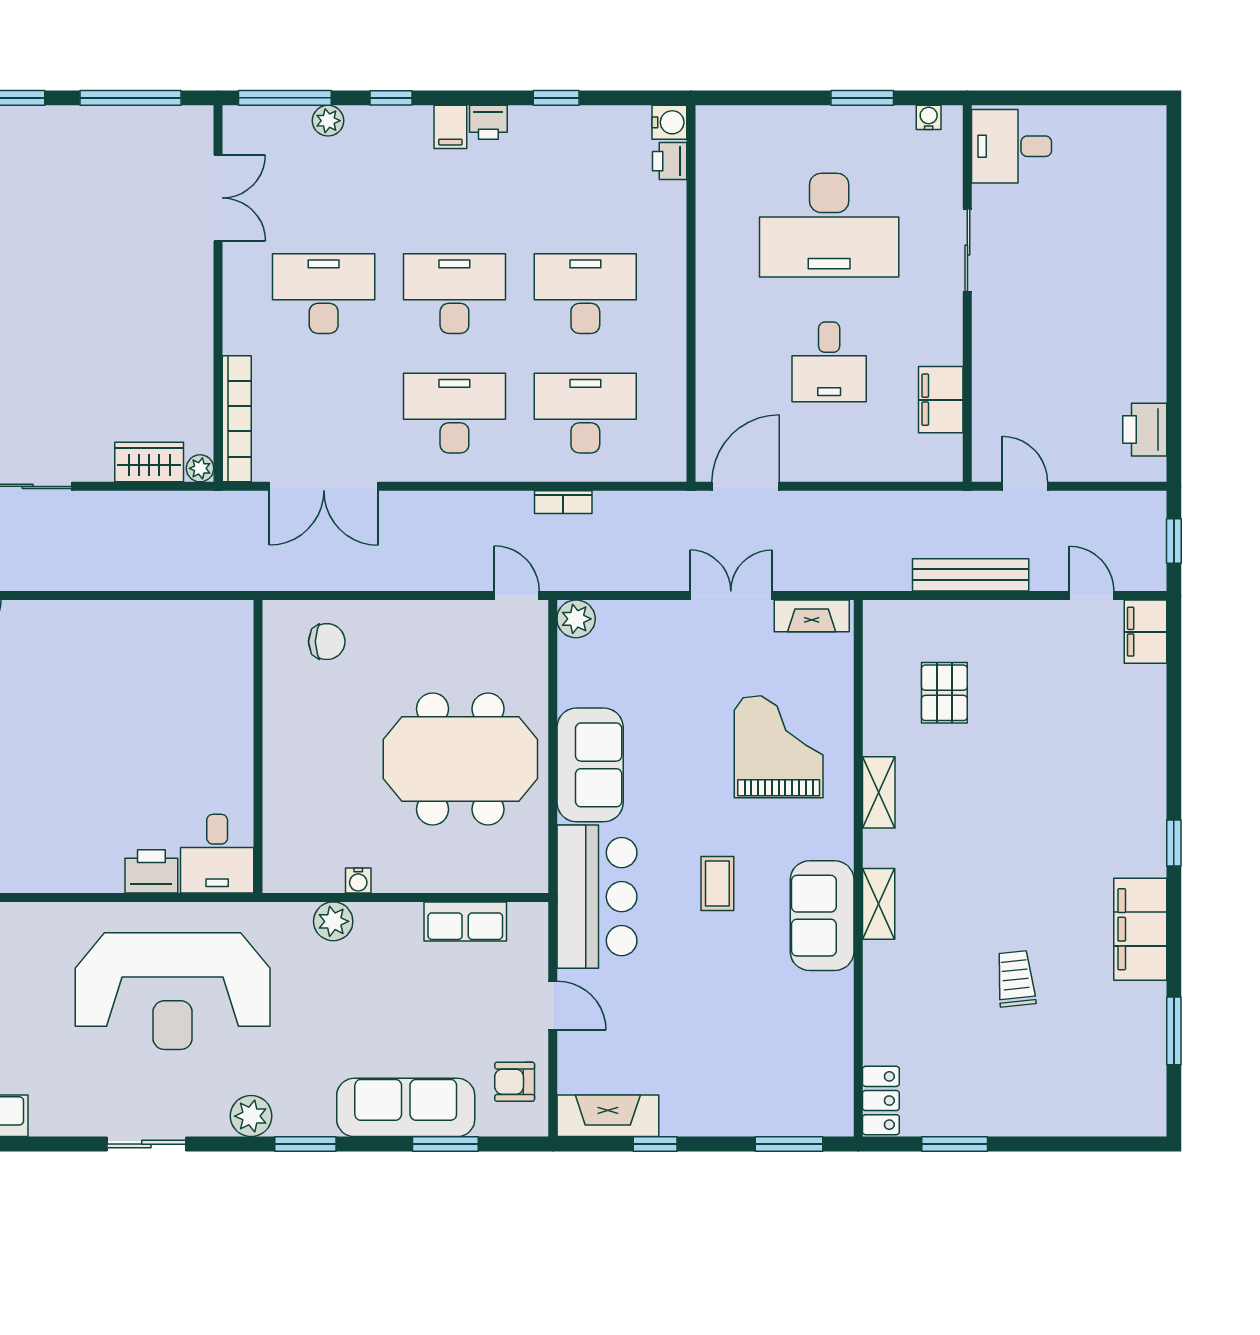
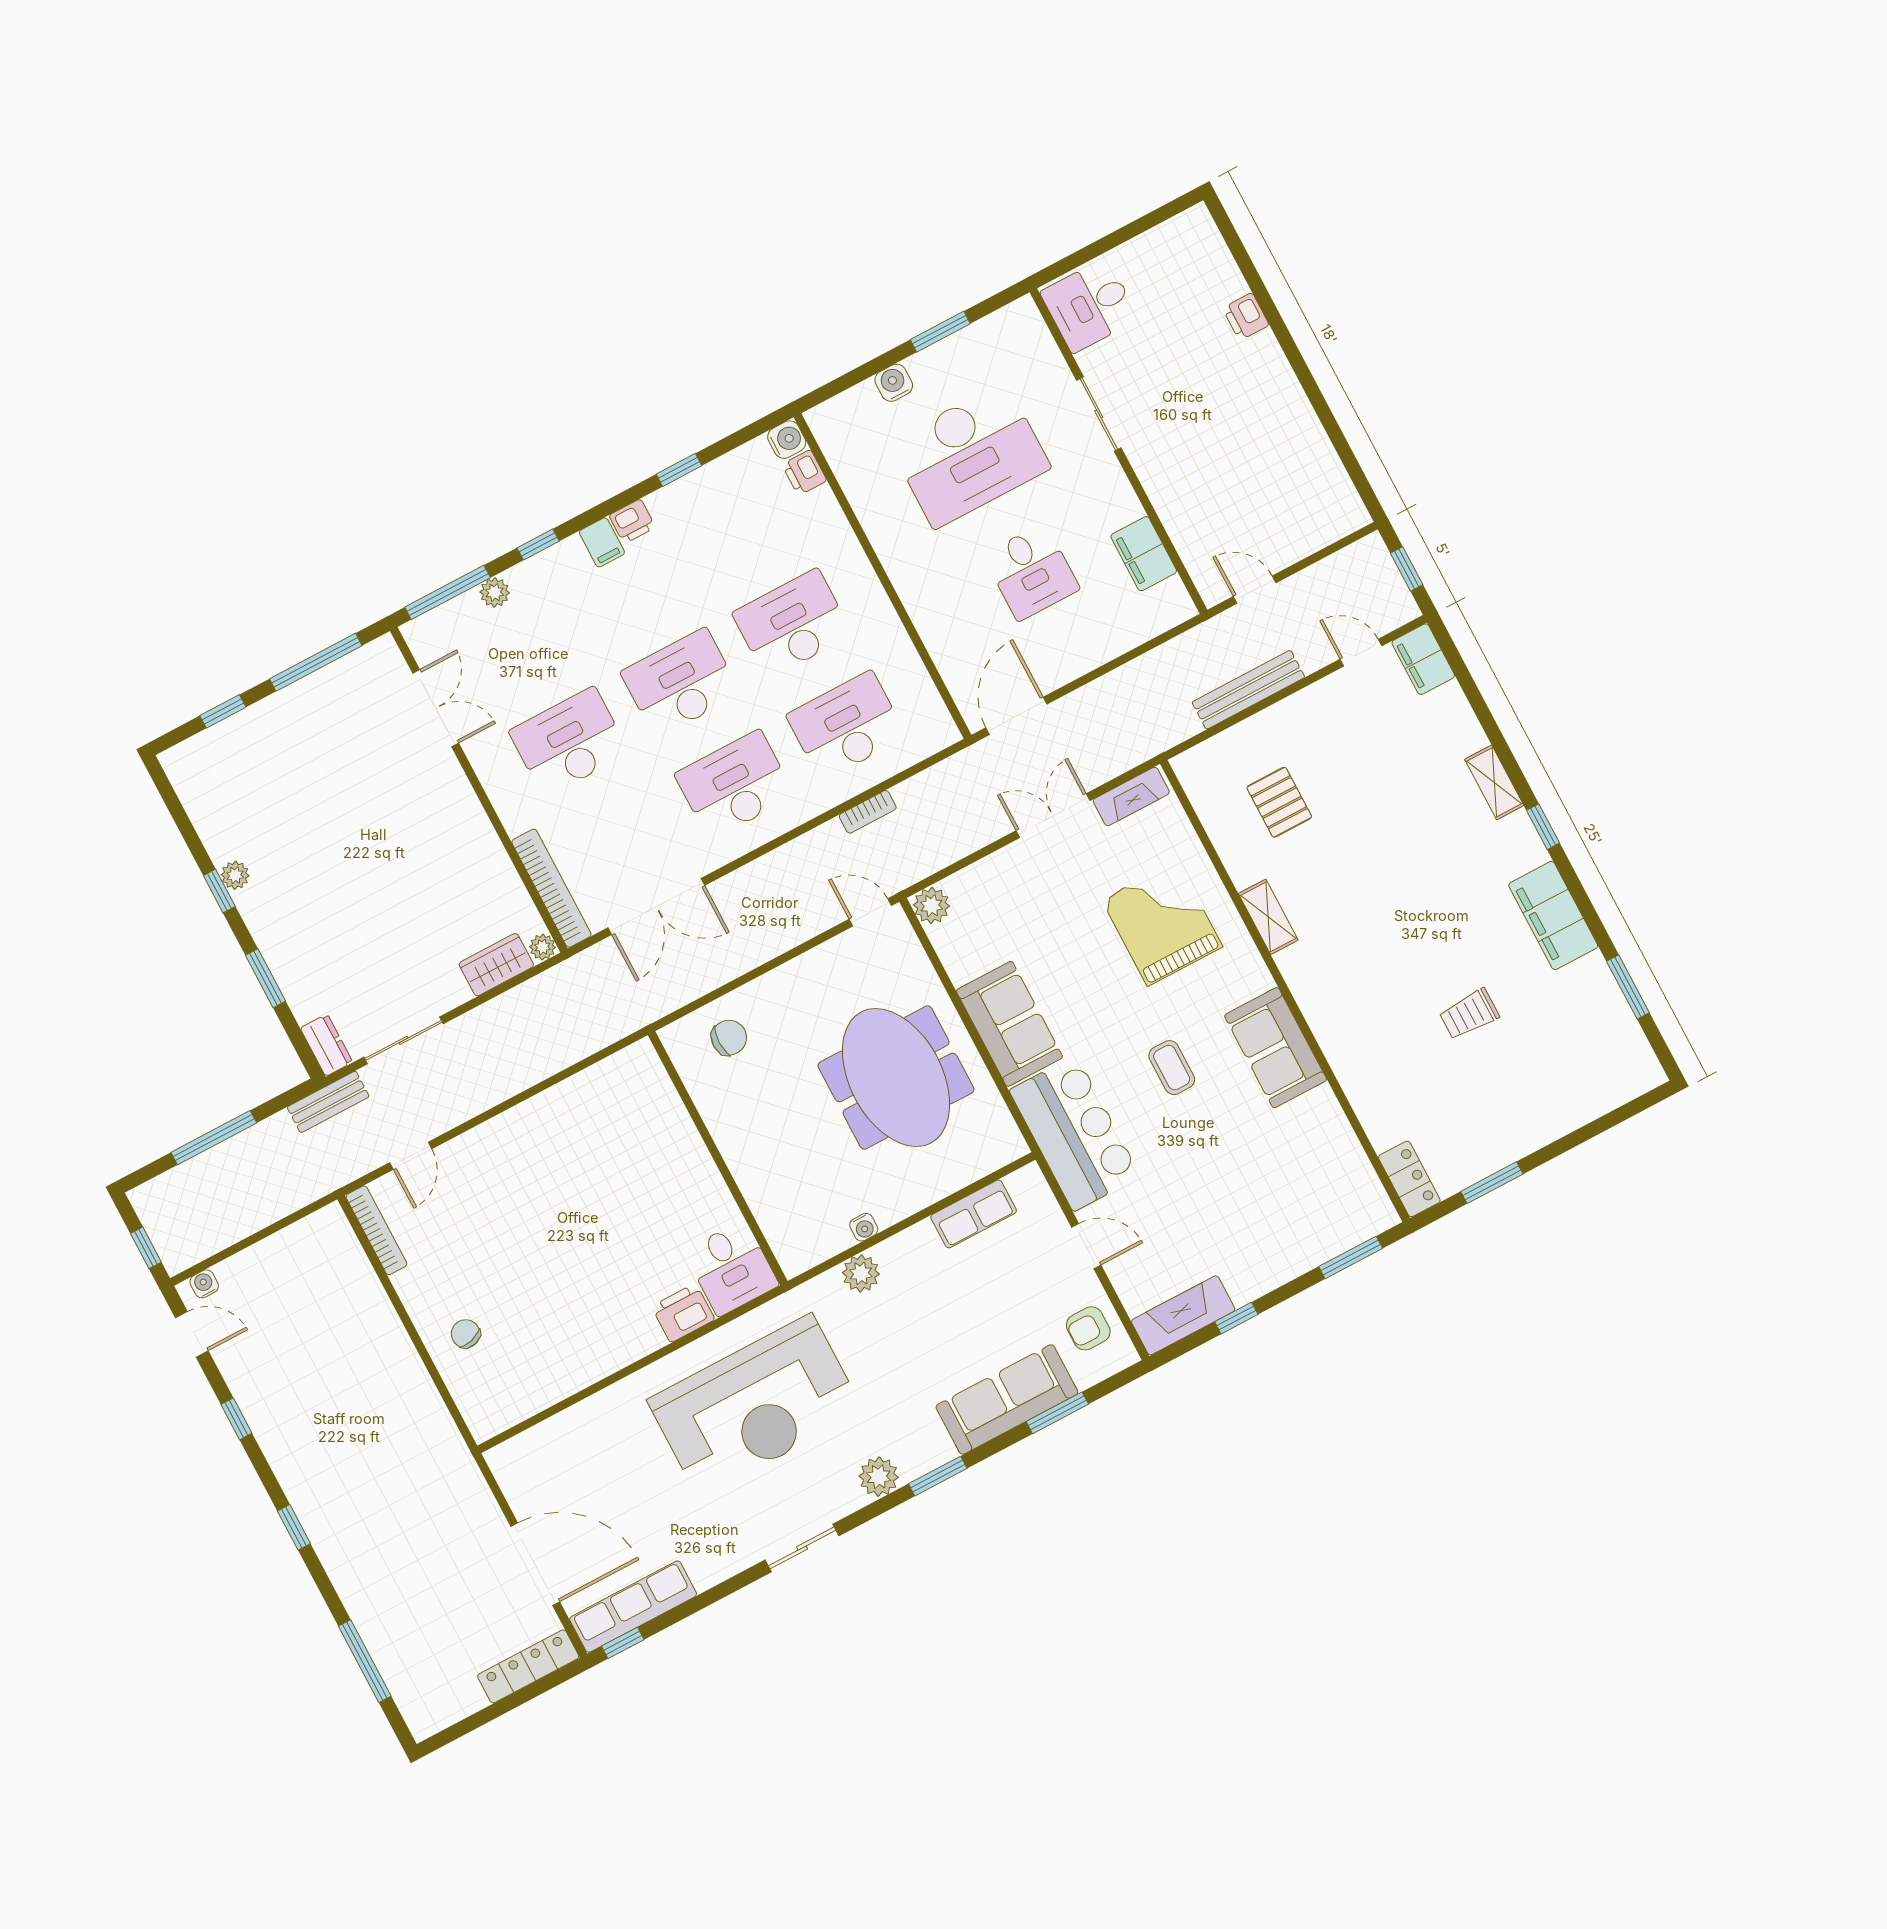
water cooler: (929, 117) -> (894, 383), moved, width x1.38, depth x1.38
printer: (1145, 430) -> (1246, 317), moved, width x0.73, depth x0.81
meeting table: (460, 759) -> (896, 1078), turned 90
shelving: (879, 904) -> (1494, 782), moved
trolley: (1016, 979) -> (1469, 1014), turned -84

